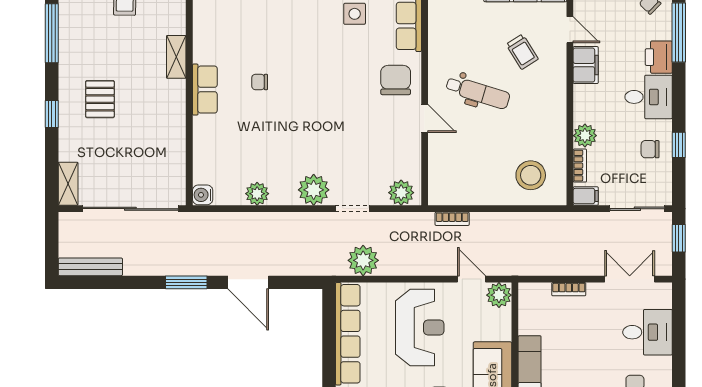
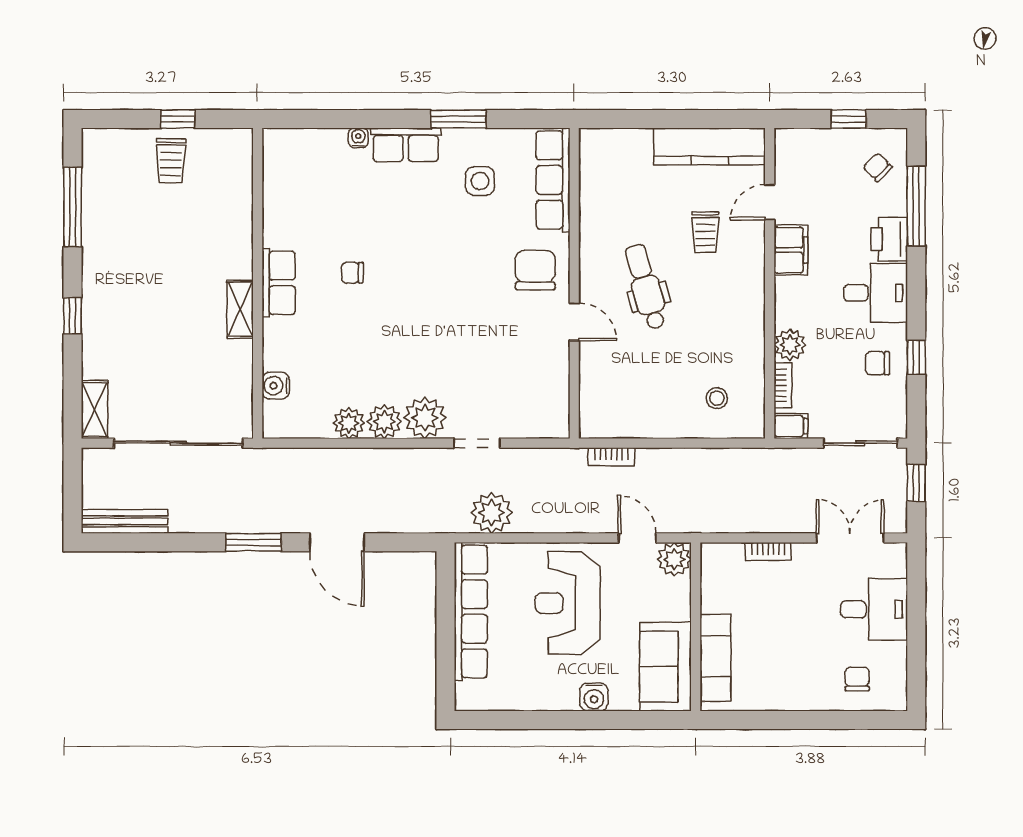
door: (570, 30) -> (770, 202), swing flipped
trolley: (522, 52) -> (705, 232), turned 32
shelving: (176, 57) -> (240, 309), moved
dental chair: (478, 92) -> (646, 287), turned -123
pallet: (100, 99) -> (137, 296), removed
stool: (531, 175) -> (717, 398), width x0.53, depth x0.53
plant: (401, 193) -> (384, 422), moved
water cooler: (203, 195) -> (276, 386), moved
reception desk: (420, 328) -> (568, 603), turned 180

